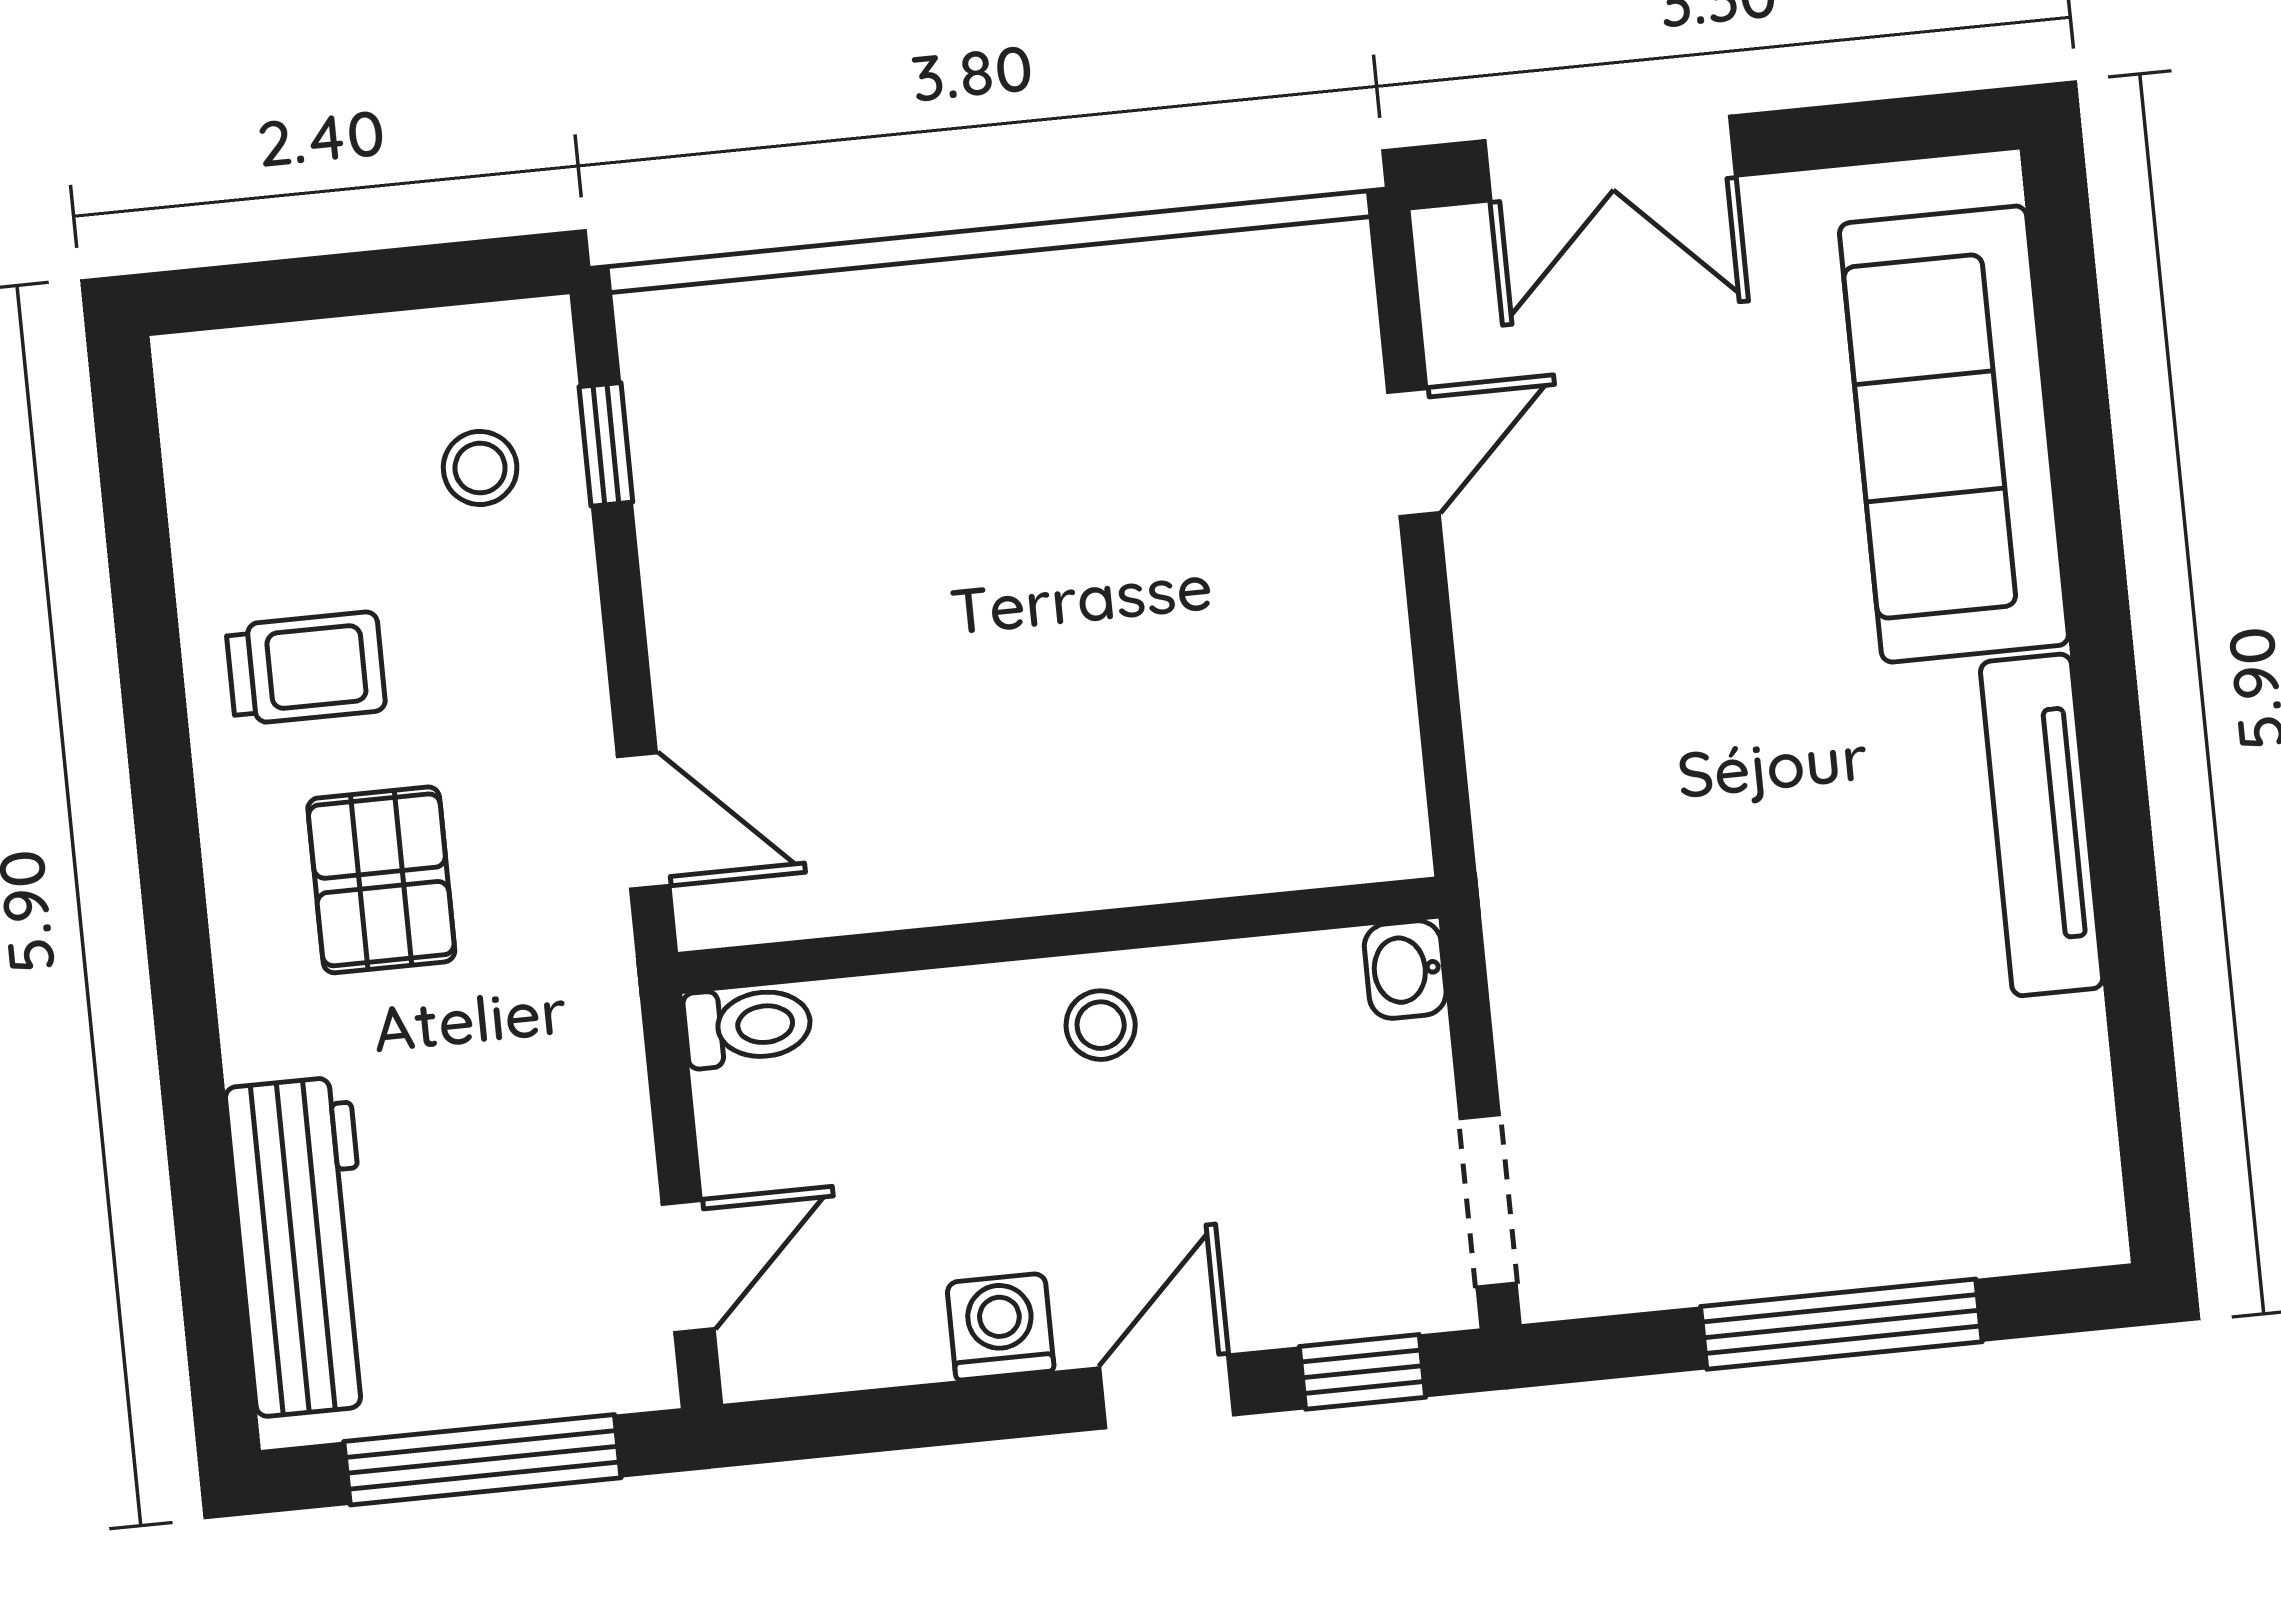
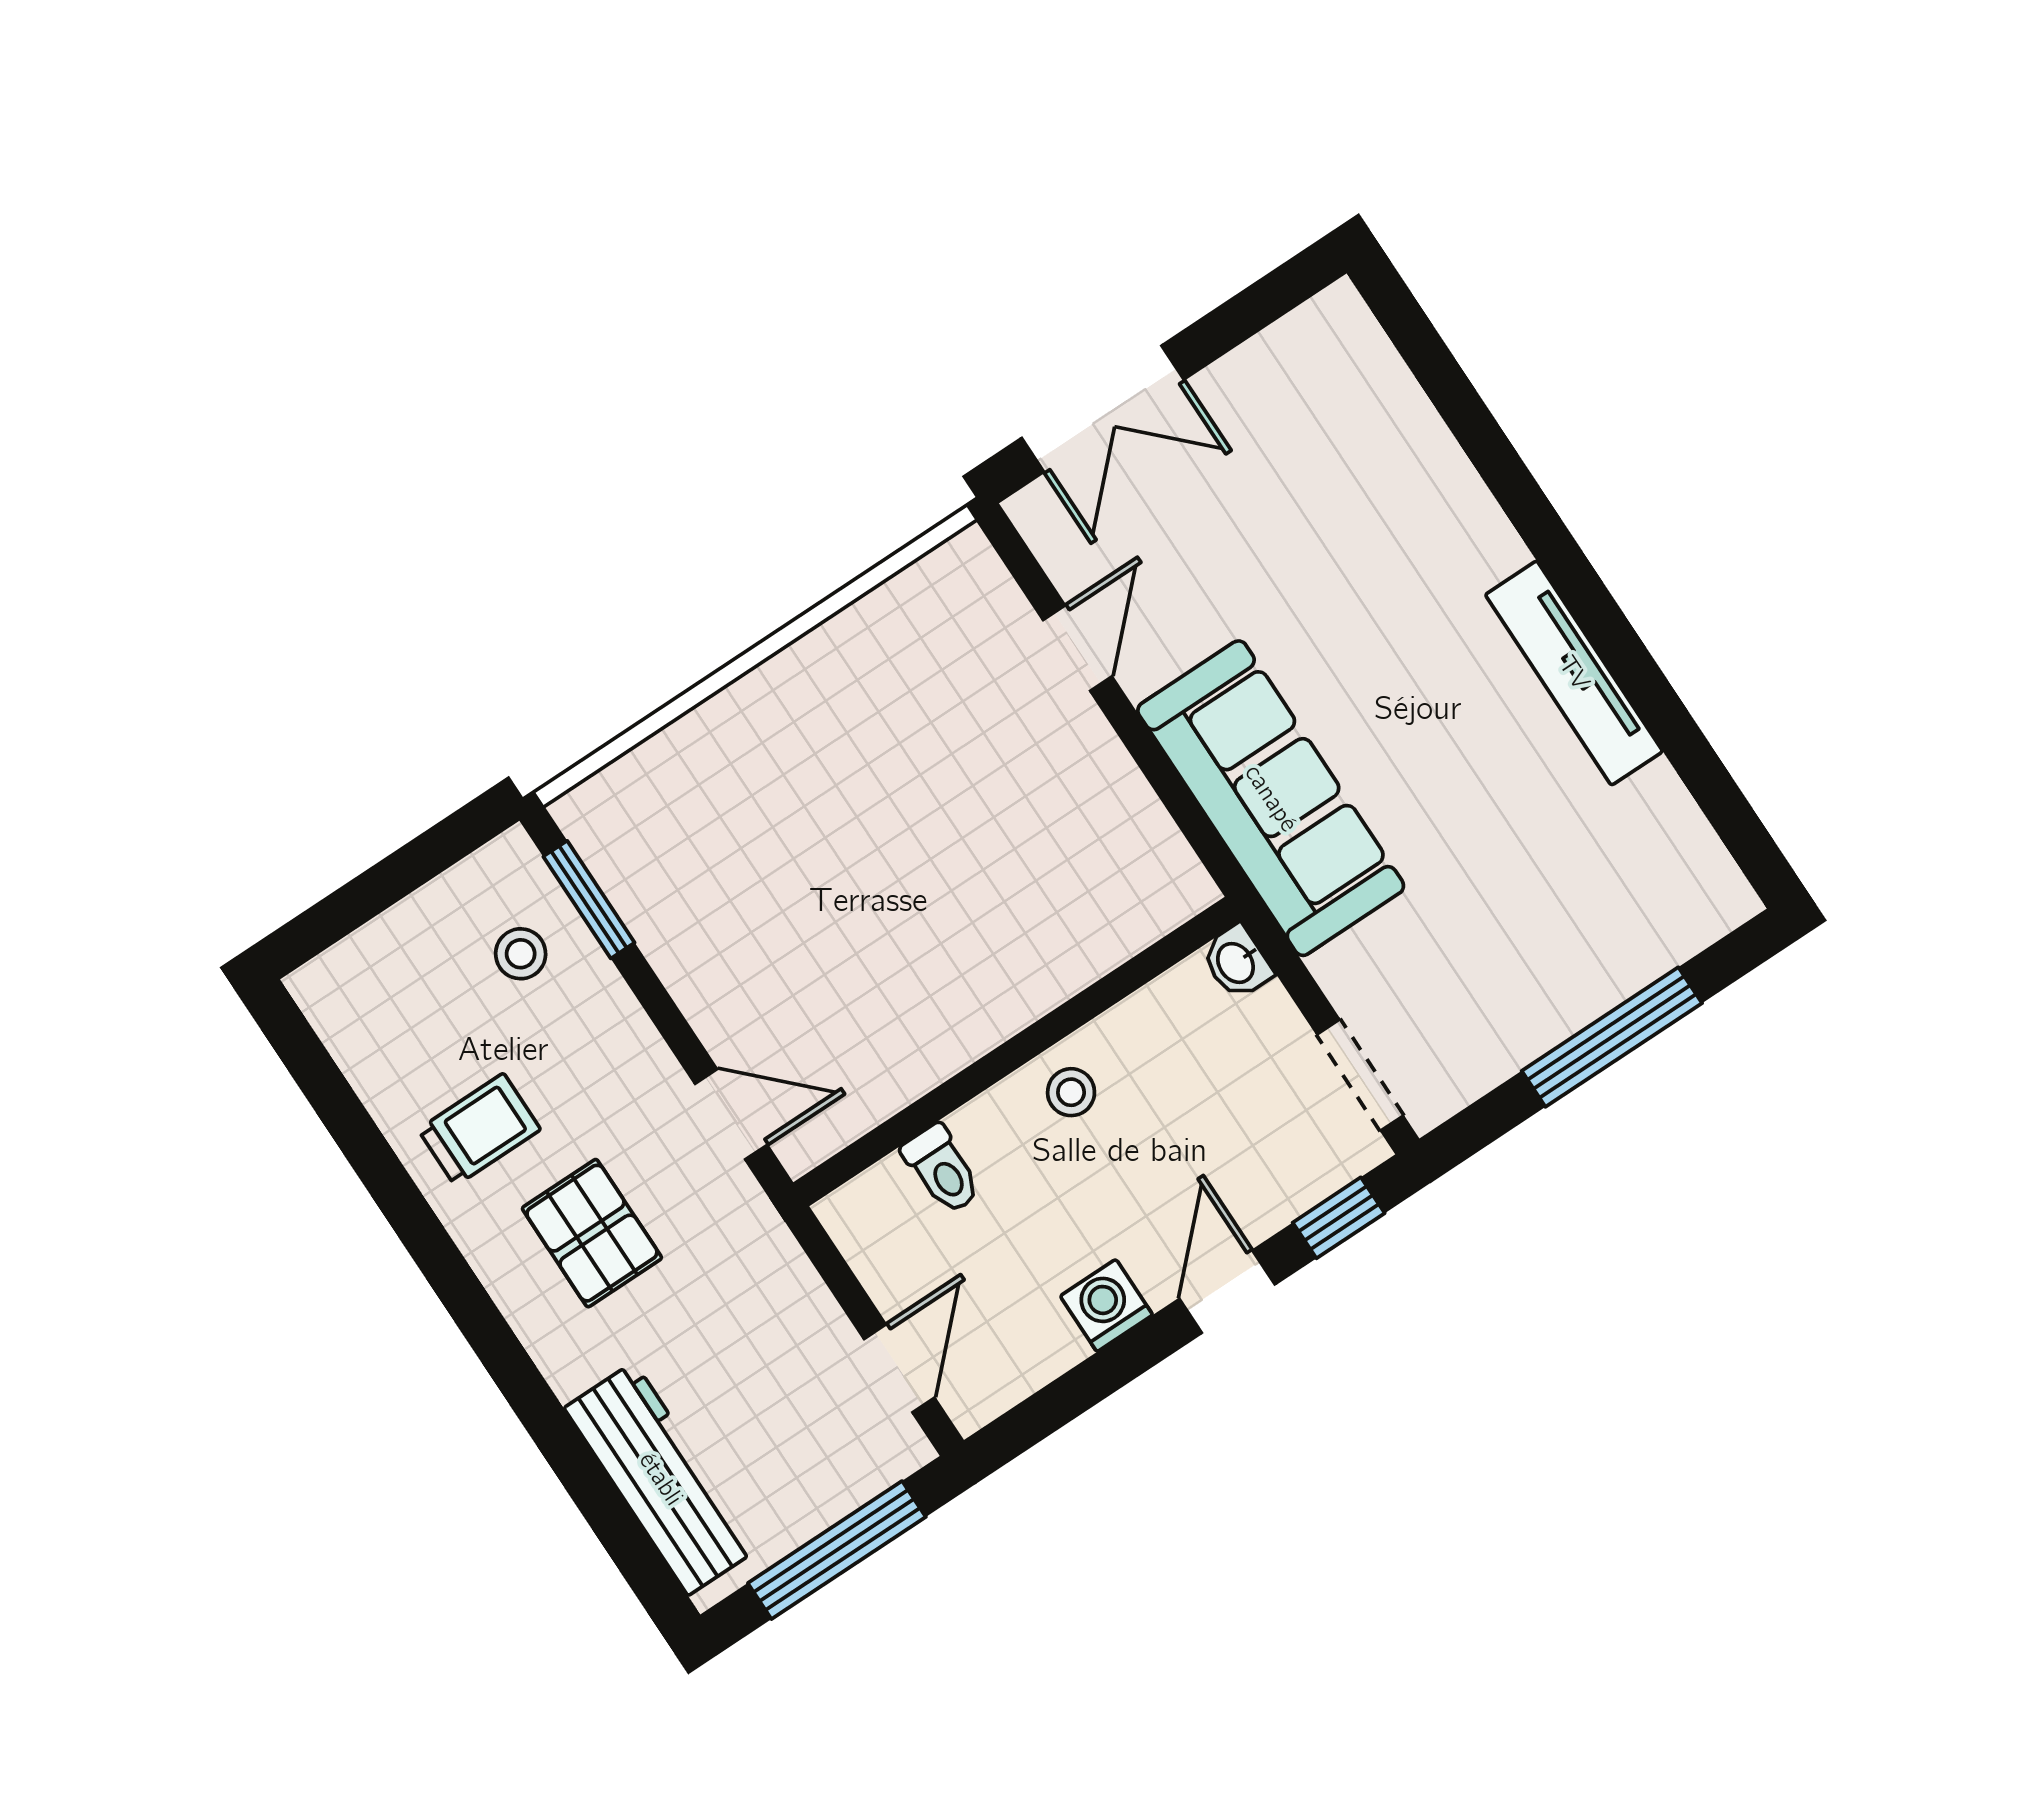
sofa: (1954, 434) -> (1271, 798), moved, turned 180
window: (606, 444) -> (589, 900), width x1.50
toilet: (748, 1026) -> (942, 1169), moved, turned 90

